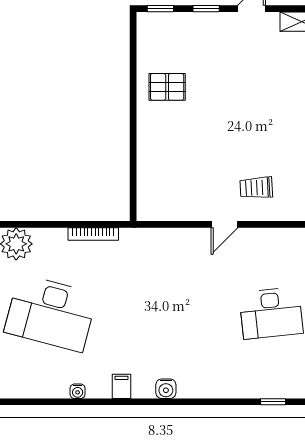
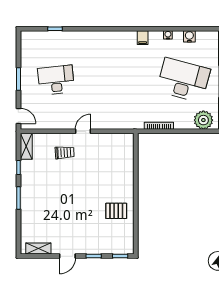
water cooler: (166, 389) -> (189, 36), moved

